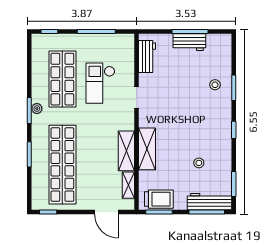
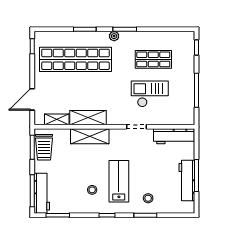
workbench: (189, 42) -> (187, 181), width x1.38
workbench: (147, 56) -> (174, 136), width x1.38
shop shelf: (62, 79) -> (153, 59), width x0.70, depth x0.74
plant: (37, 109) -> (114, 36), moved
lab bench: (196, 117) -> (119, 181), added
stool: (199, 163) -> (92, 190), moved

